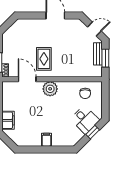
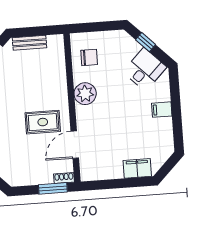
window: (105, 58) -> (35, 31), removed
plant: (50, 89) -> (85, 94), moved
desk: (85, 120) -> (145, 69), moved

